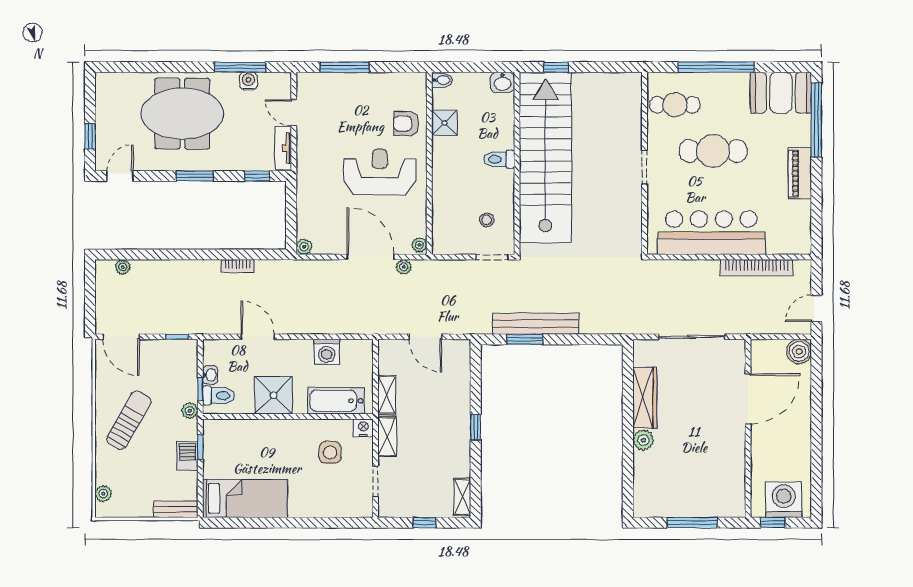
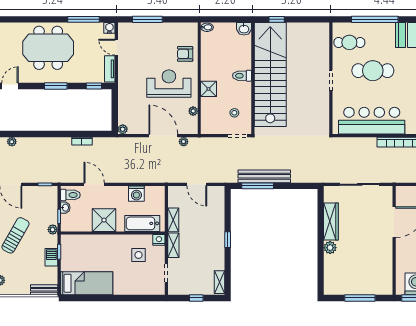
water cooler: (248, 81) -> (109, 28), moved
shower: (444, 123) -> (208, 89), moved
plant: (419, 245) -> (193, 111), moved
window: (525, 339) -> (258, 186), width x1.44
toilet: (219, 396) -> (70, 195), moved

